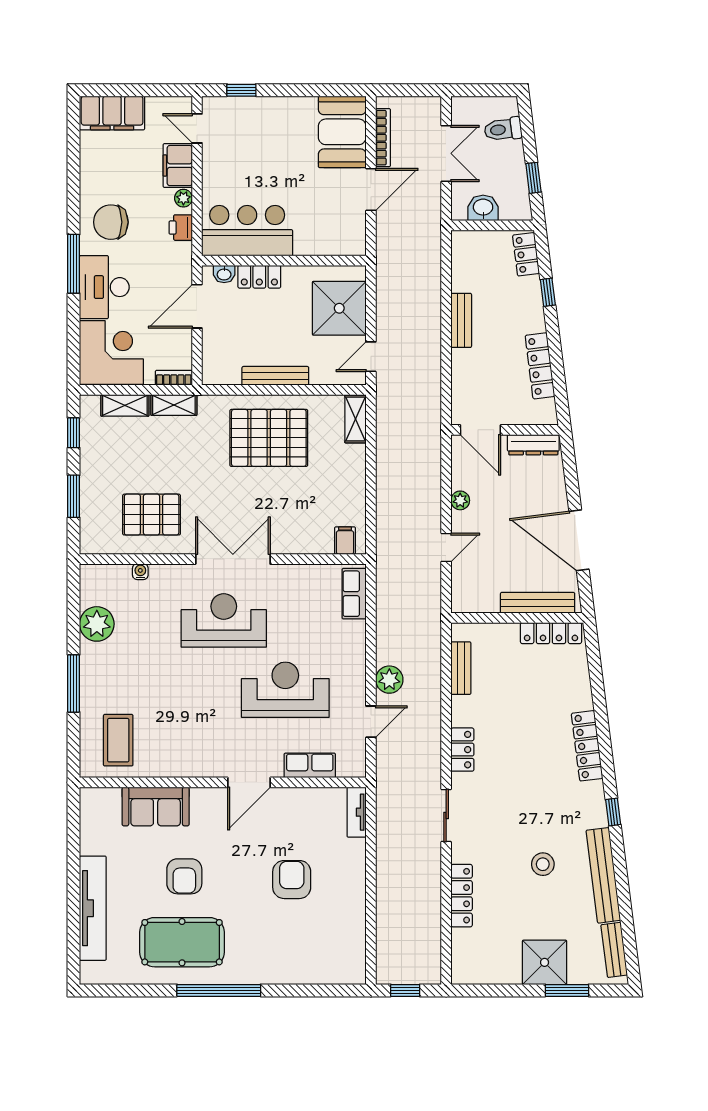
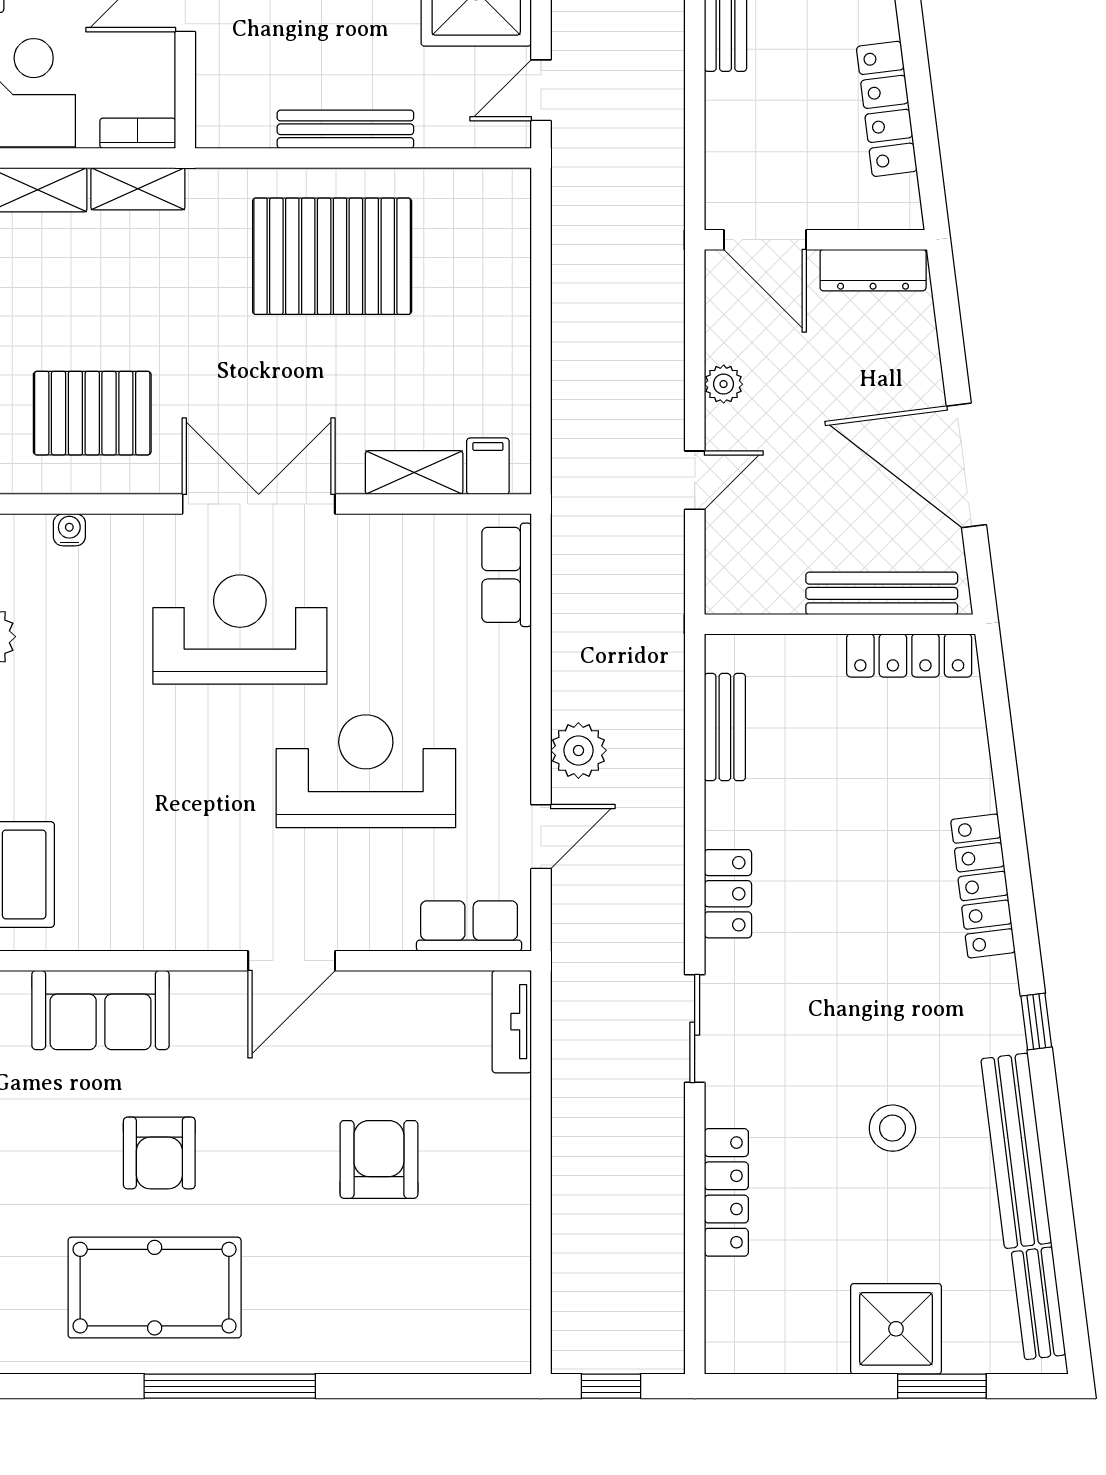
shelving: (356, 419) -> (414, 473), moved, turned 90
row of seats: (310, 765) -> (469, 926), moved

